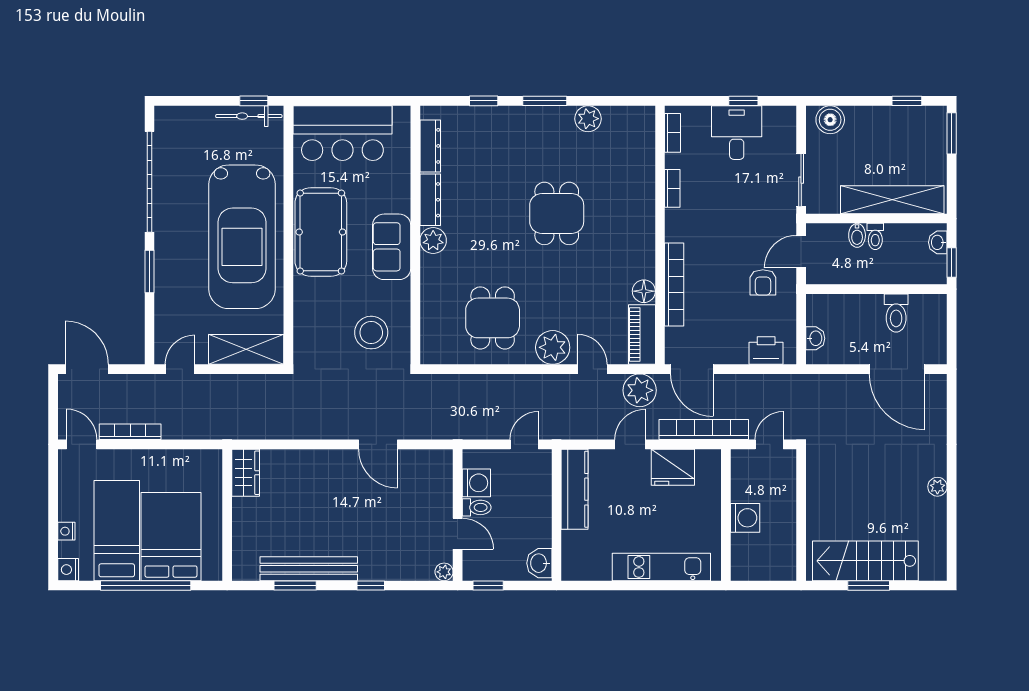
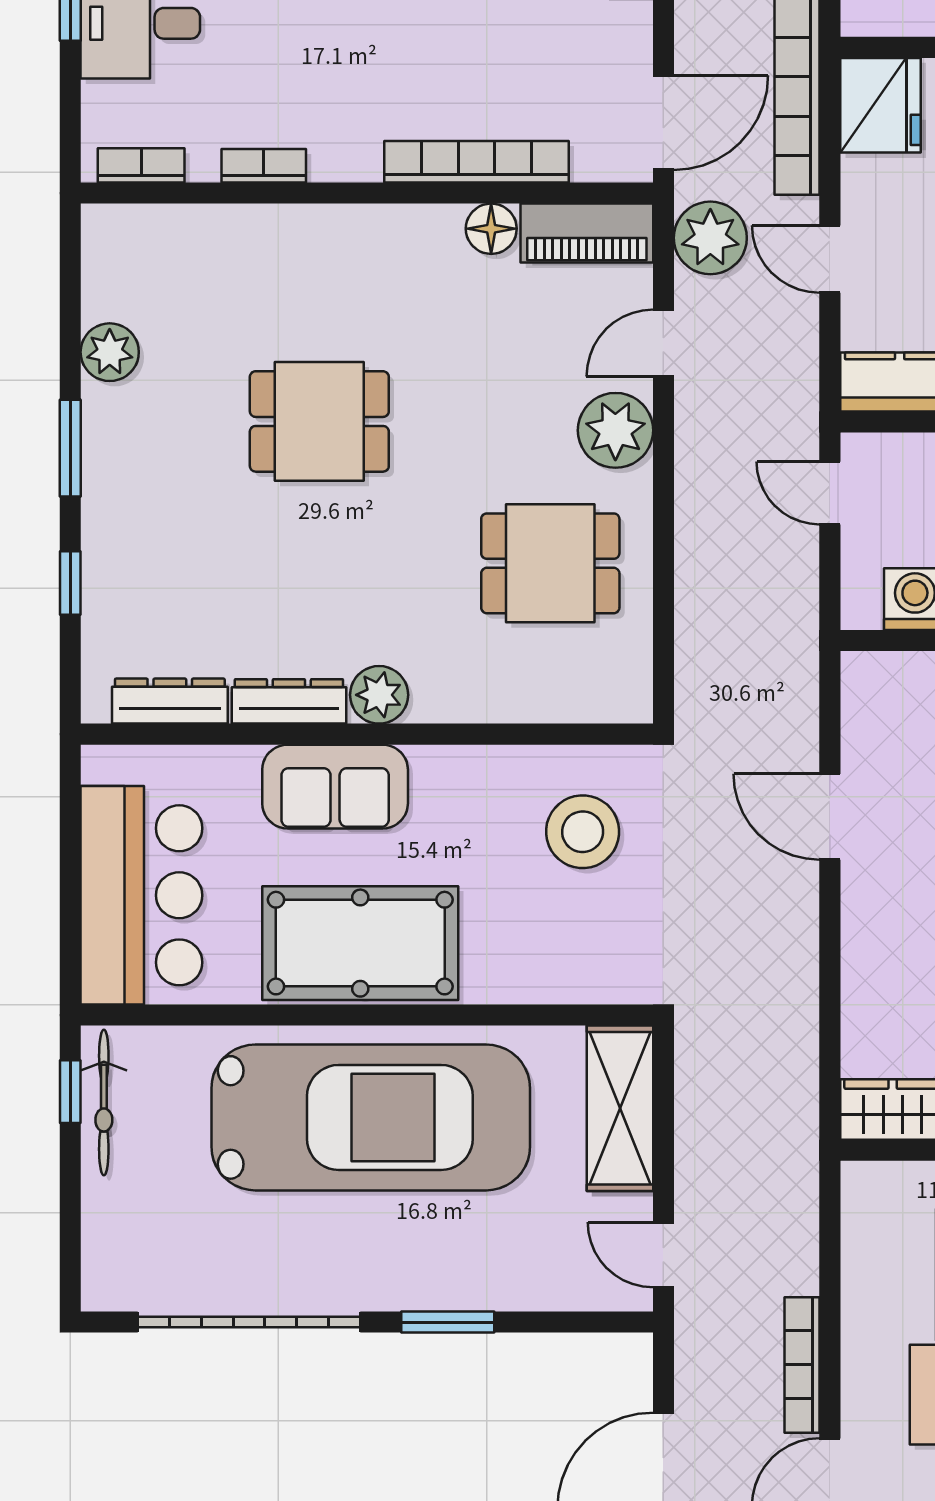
sofa: (392, 247) -> (335, 787), moved
door: (378, 444) -> (830, 817), swing flipped
fridge: (673, 467) -> (880, 105), moved

